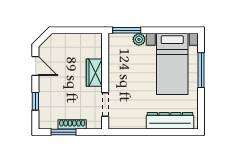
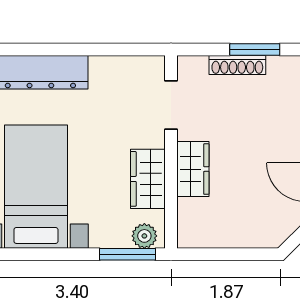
plant: (139, 39) -> (144, 236), moved
wardrobe: (117, 68) -> (148, 179), added

